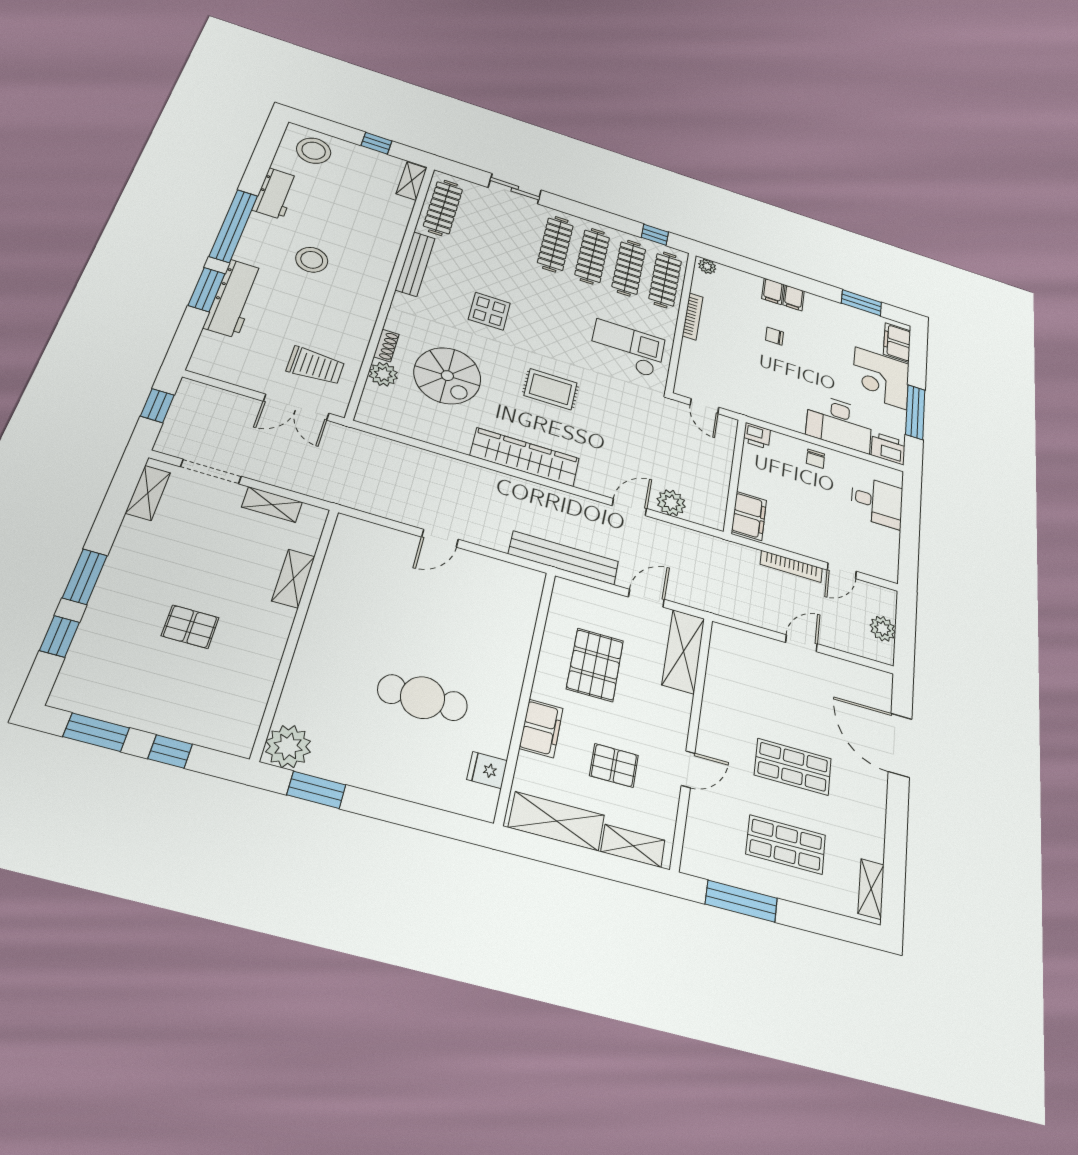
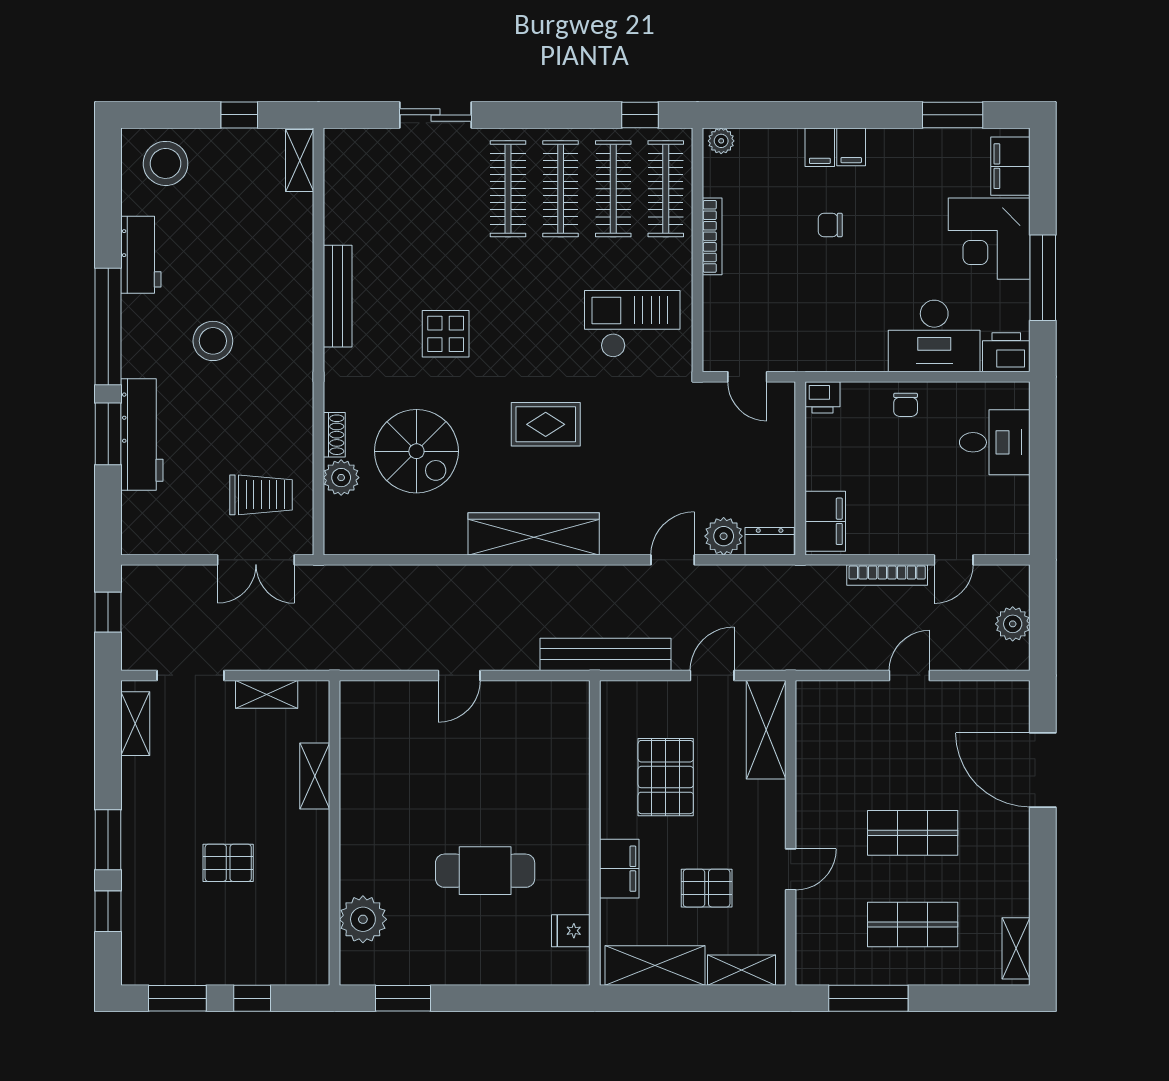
clothes rail: (443, 208) -> (350, 189), removed
dresser: (706, 517) -> (770, 541), added
plant: (288, 746) -> (363, 919), moved

